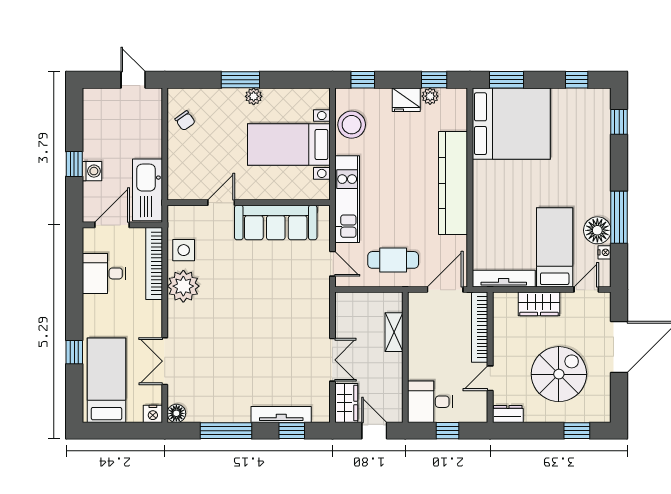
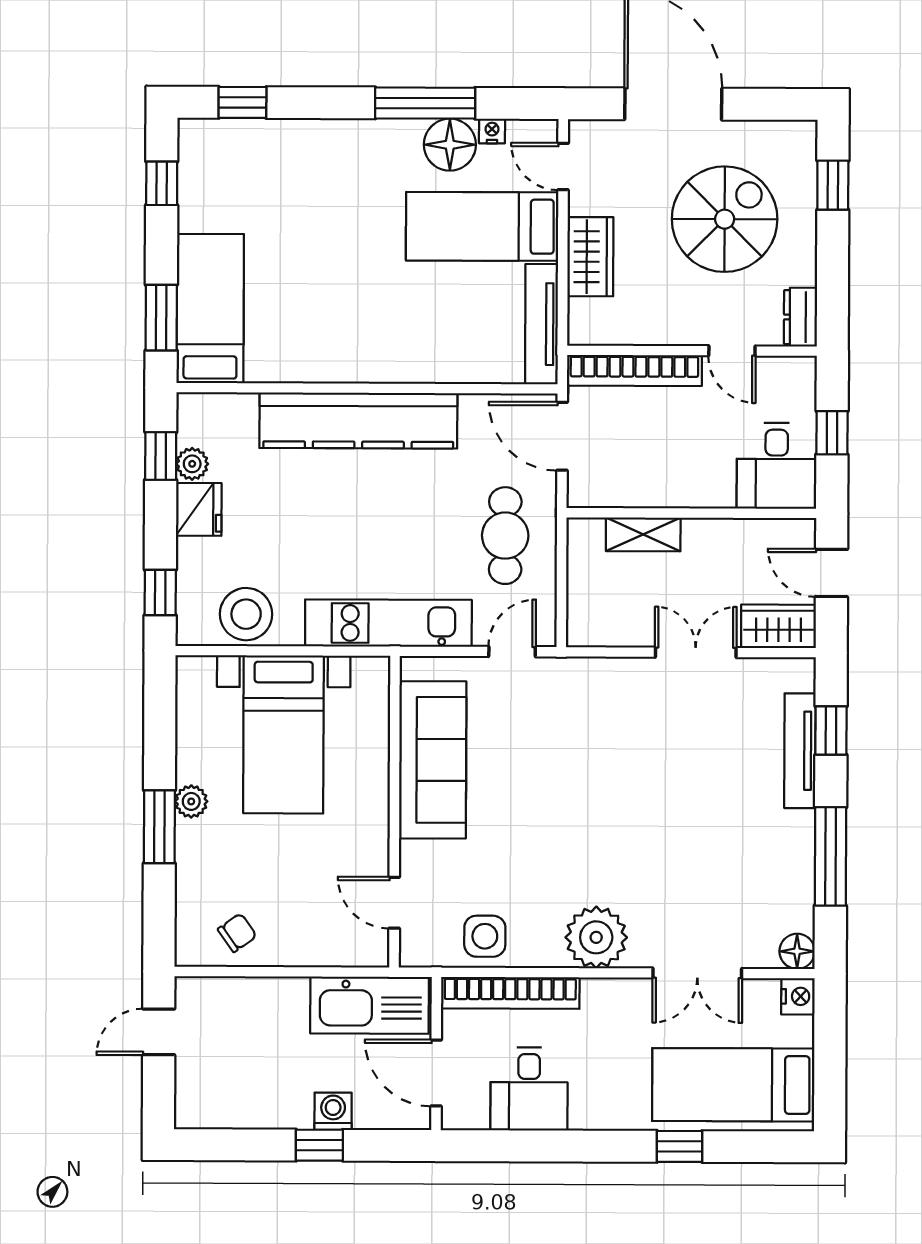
bed: (511, 124) -> (210, 309), width x0.49
door: (221, 203) -> (394, 903), moved
plant: (183, 286) -> (596, 937), moved
spiral stairs: (559, 374) -> (725, 219), turned 90
door: (374, 431) -> (832, 573), hinge flipped

